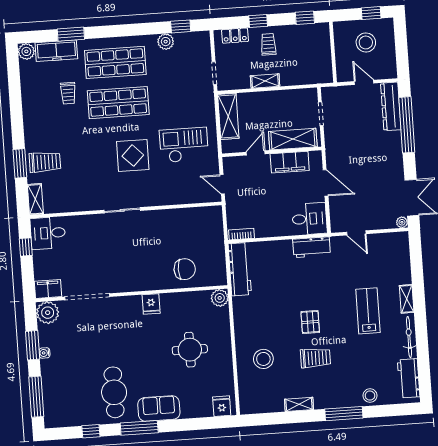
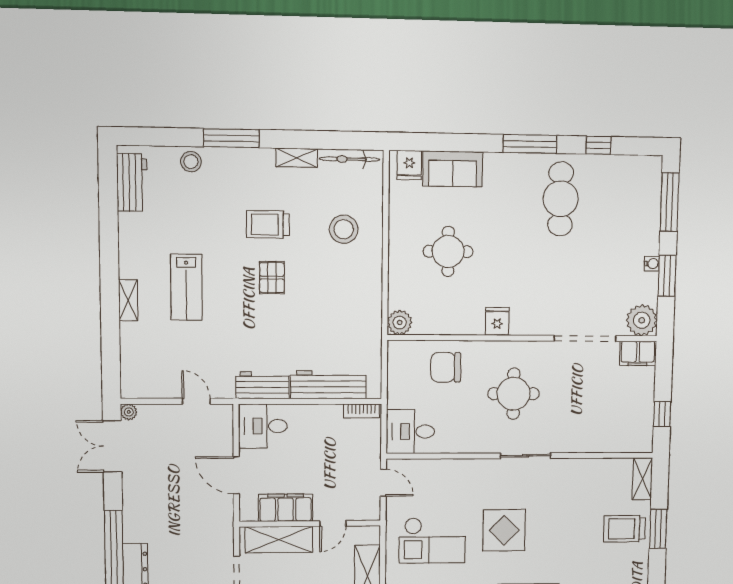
desk: (48, 233) -> (410, 432), moved, turned 180
round table: (135, 254) -> (514, 394), added
workbench: (240, 269) -> (328, 385), moved, turned 90
bicycle: (409, 337) -> (349, 159), moved, turned 90
sofa: (159, 408) -> (453, 169), moved

